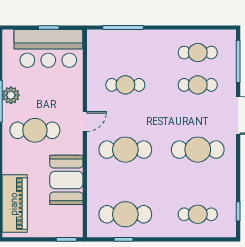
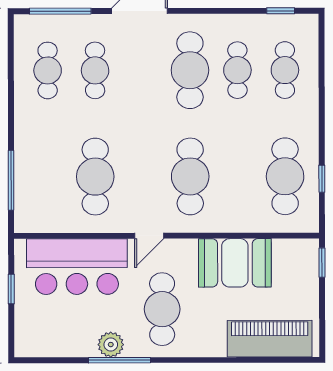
bar counter: (48, 48) -> (77, 267), moved, turned 90
cafe table: (125, 85) -> (95, 177), width x1.37, depth x1.35
door: (85, 121) -> (149, 236), swing flipped
cafe table: (198, 182) -> (237, 70), added

